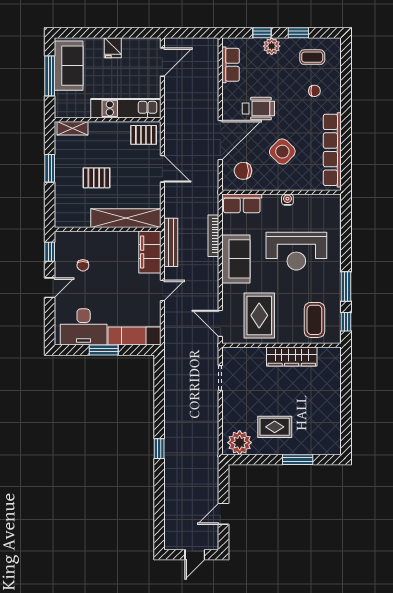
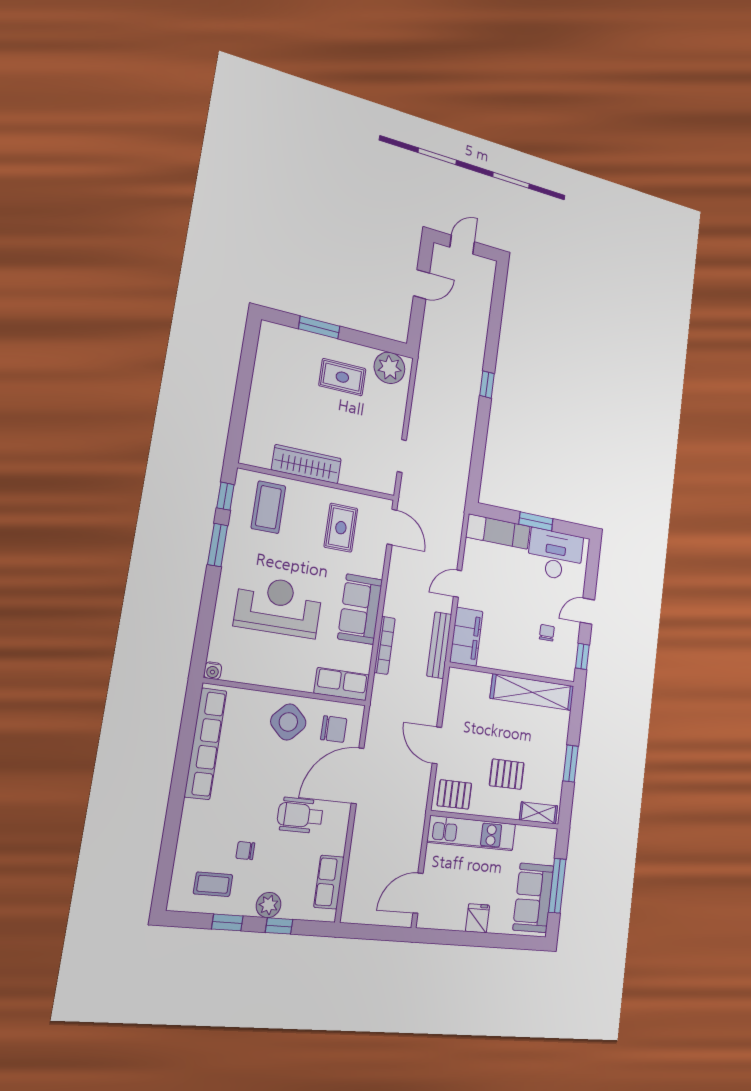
chair: (314, 91) -> (245, 851), moved
side table: (282, 152) -> (288, 722), moved
pallet: (96, 178) -> (507, 774), moved
water cooler: (287, 200) -> (213, 671), moved
shelving: (126, 218) -> (532, 692), moved
rug: (259, 315) -> (341, 528), width x0.73, depth x0.70

